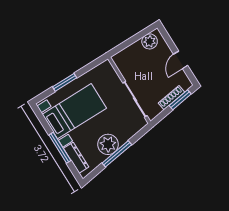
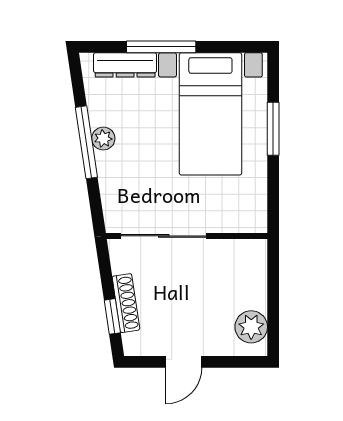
door: (181, 60) -> (184, 362), swing flipped
window: (180, 100) -> (112, 316), width x0.67
plant: (108, 144) -> (103, 139), width x0.53, depth x0.53

